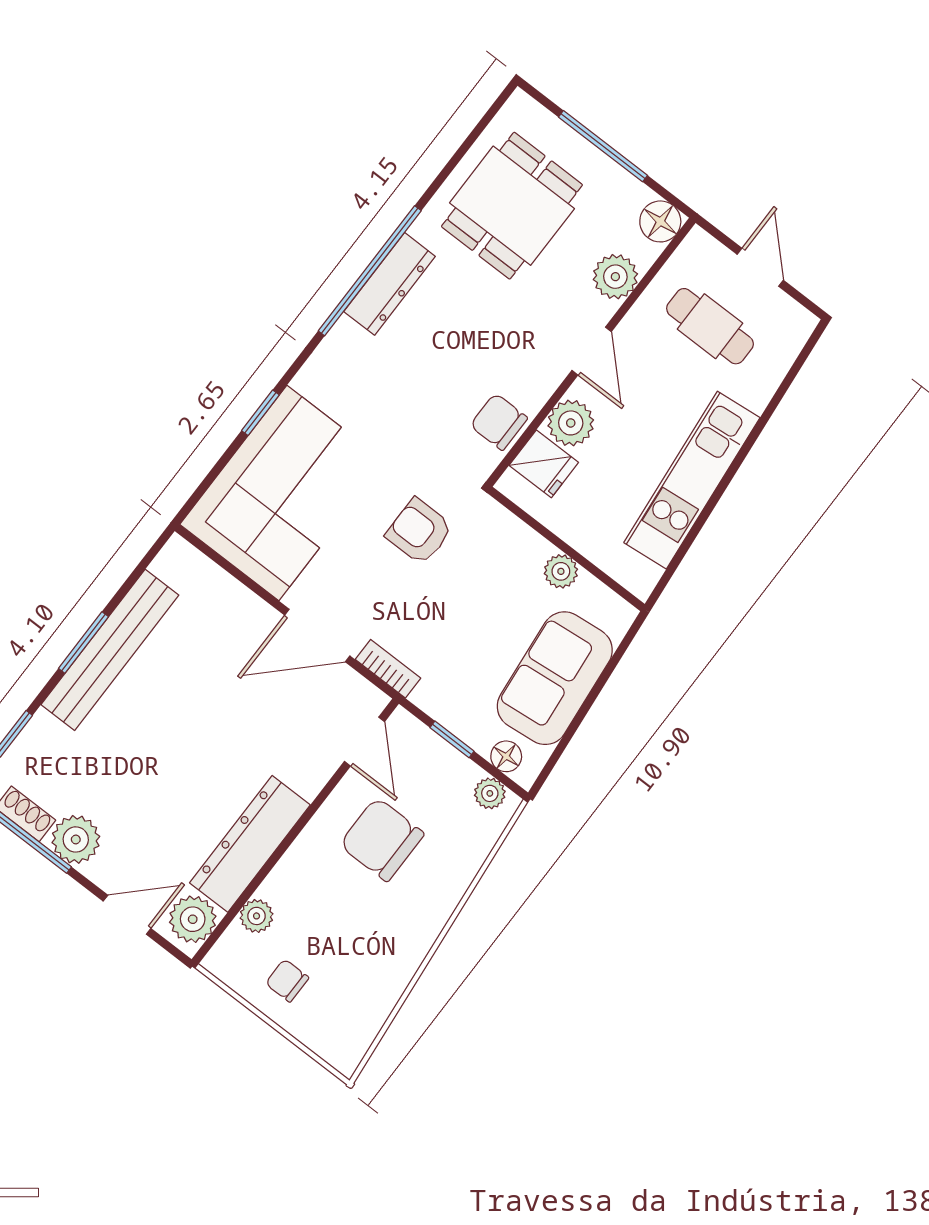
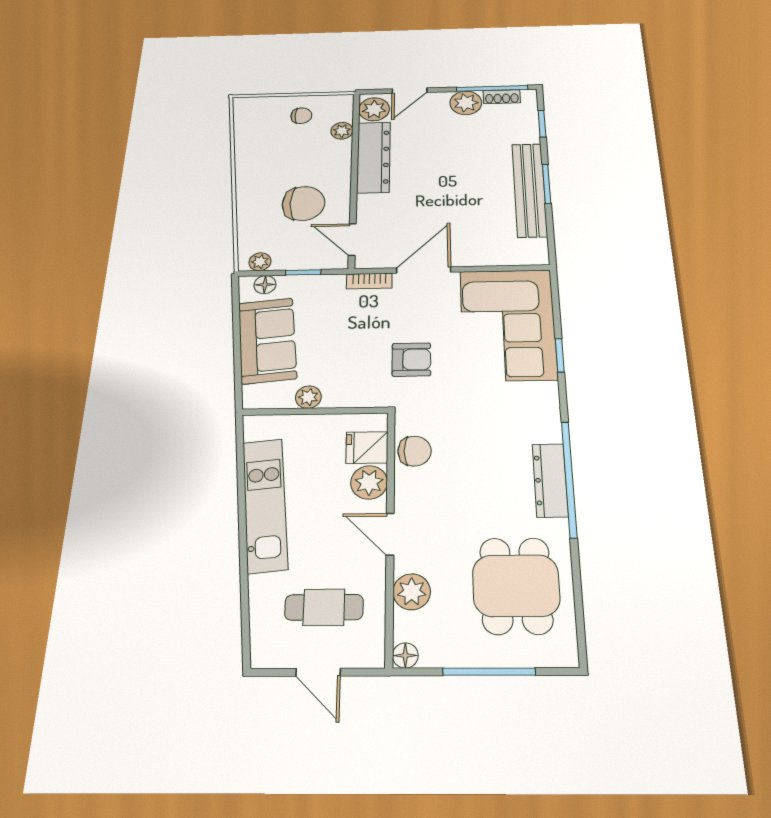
floor lamp: (660, 221) -> (405, 655), width x0.73, depth x0.73

